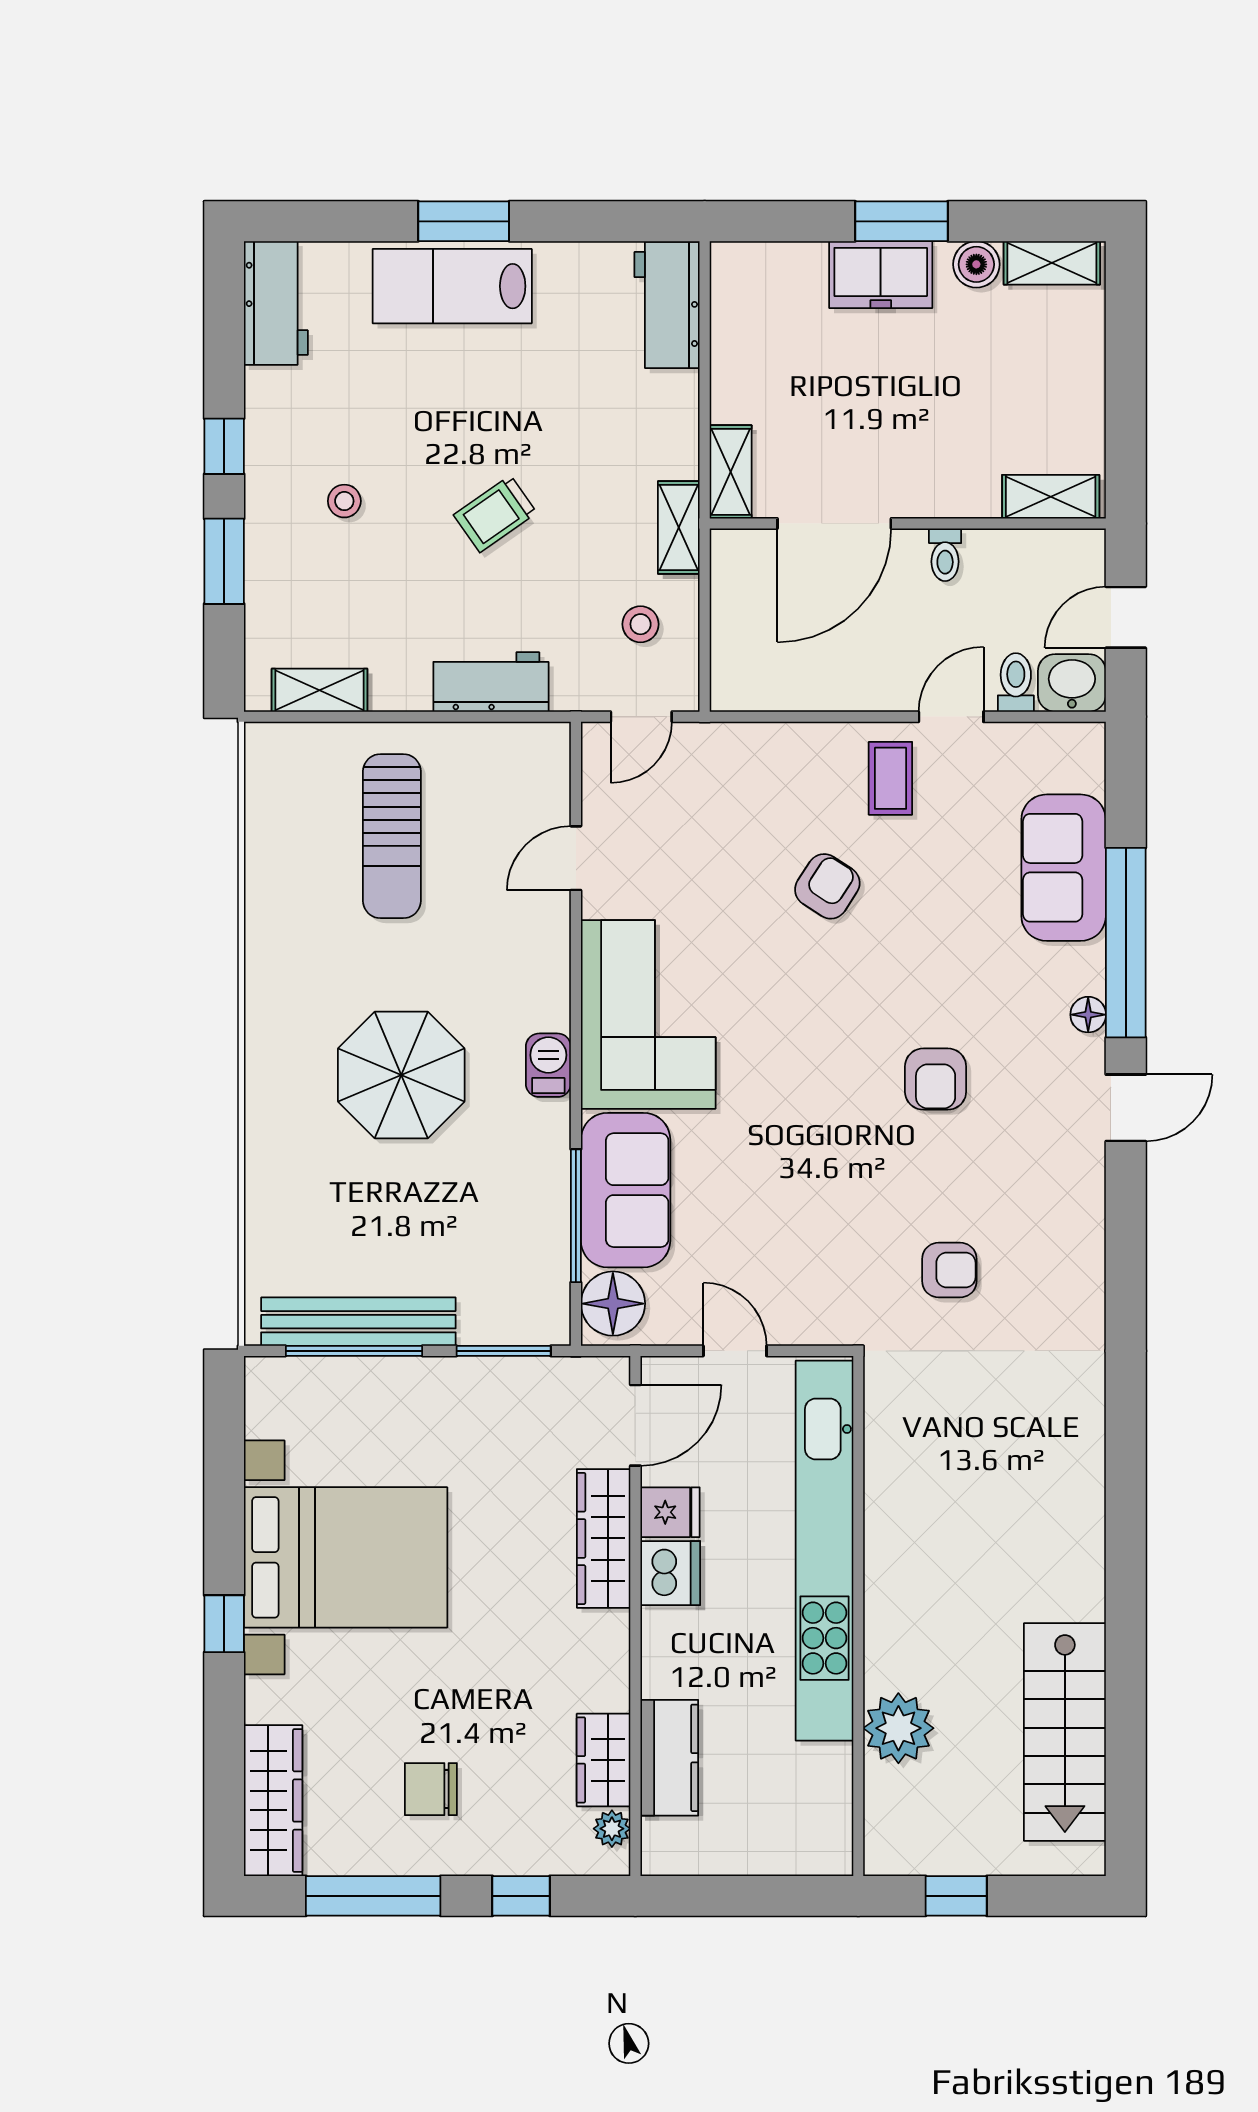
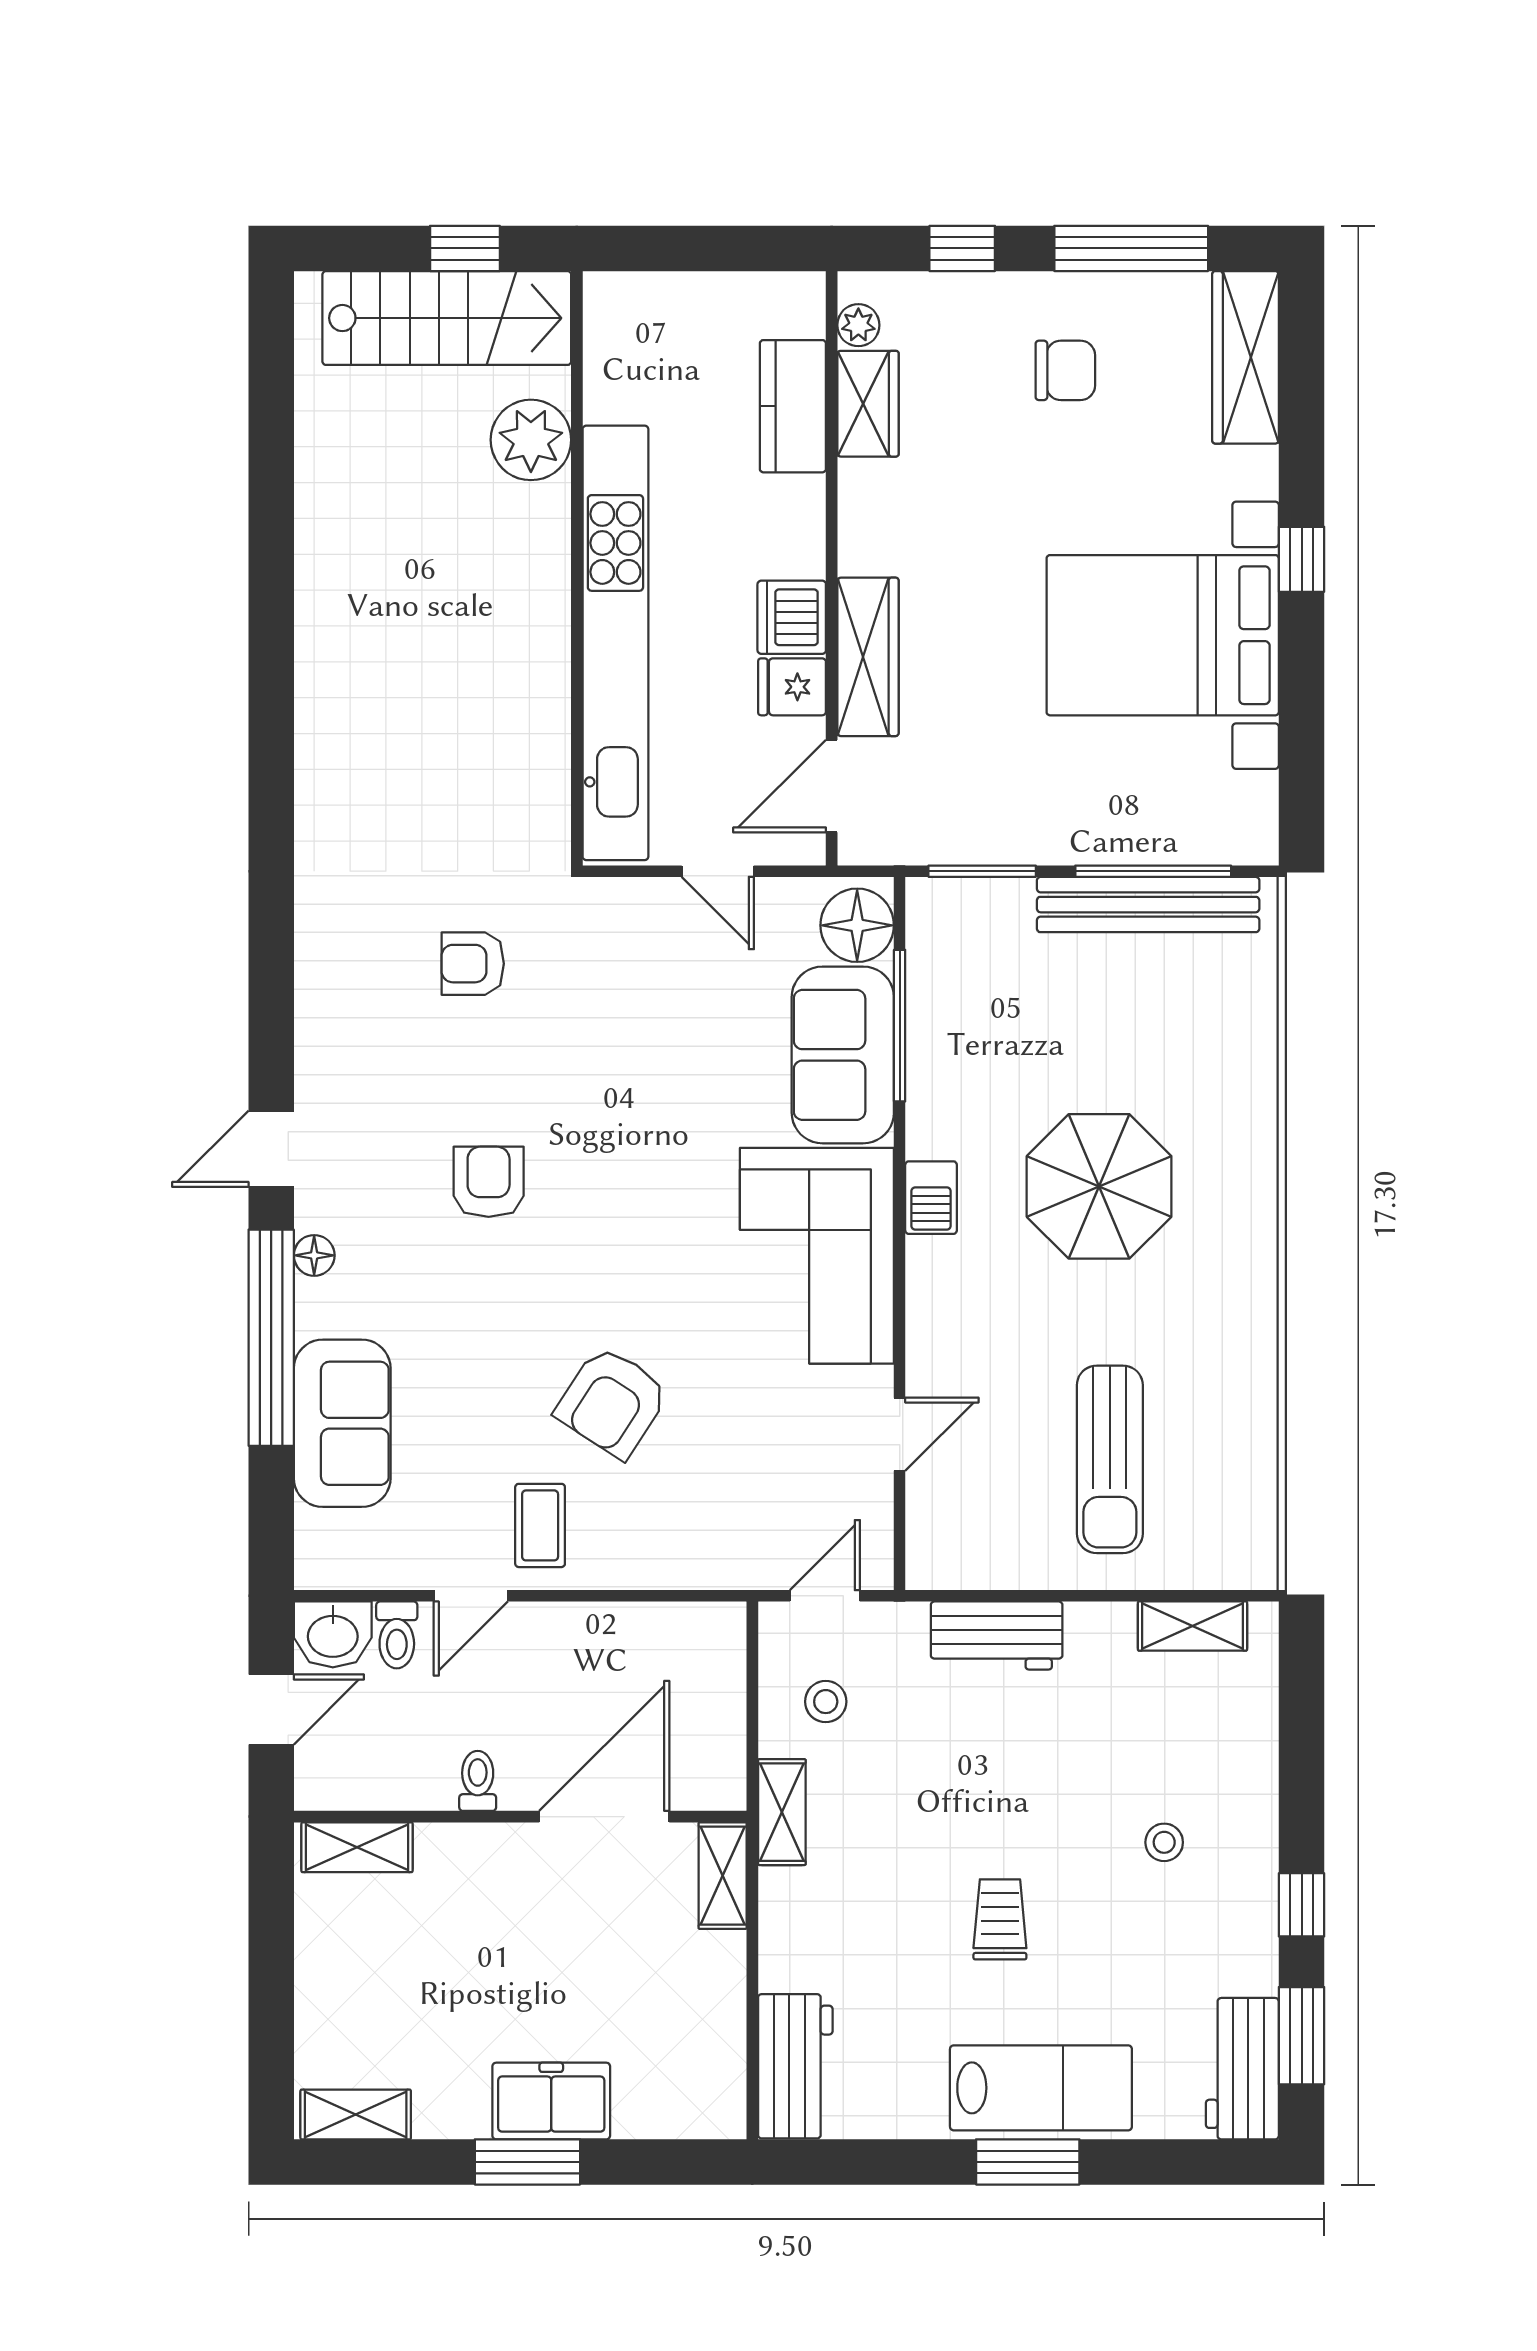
boiler: (976, 264) -> (442, 2113), removed
trolley: (495, 514) -> (1000, 1919), moved, turned -55
window: (224, 561) -> (1302, 2036), moved
sun lounger: (392, 836) -> (1110, 1459), turned 180
armchair: (827, 886) -> (612, 1402), width x1.38, depth x1.38
stairs: (1065, 1732) -> (447, 318), moved, turned 90

